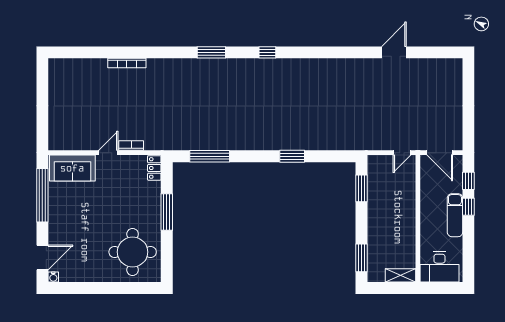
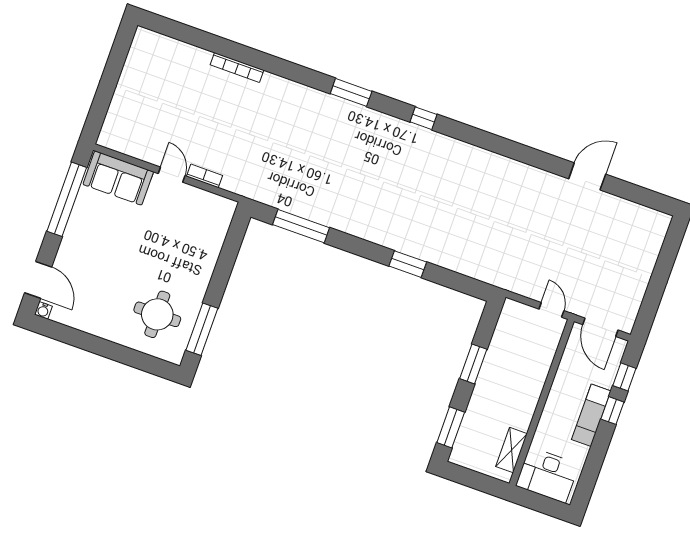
door: (108, 153) -> (172, 175), hinge flipped
door: (402, 153) -> (551, 310), swing flipped
locker: (154, 168) -> (224, 216), removed
window: (361, 188) -> (473, 364), moved
window: (167, 212) -> (202, 329), moved
round table: (133, 252) -> (157, 314), width x0.73, depth x0.73
door: (42, 257) -> (38, 280), hinge flipped
shelving: (400, 275) -> (512, 450), moved, turned 90

